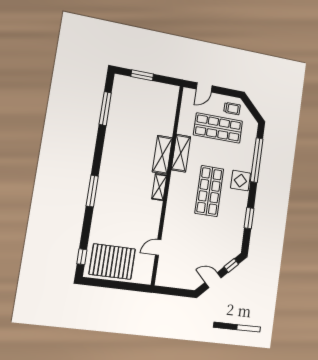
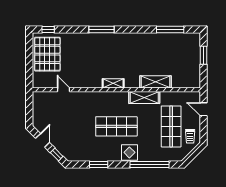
shelving: (162, 155) -> (155, 82), moved

